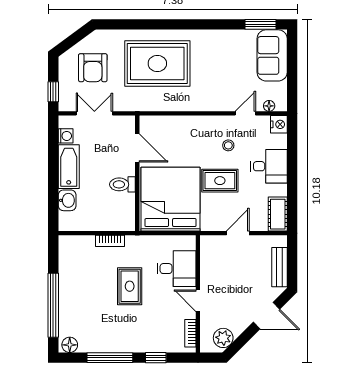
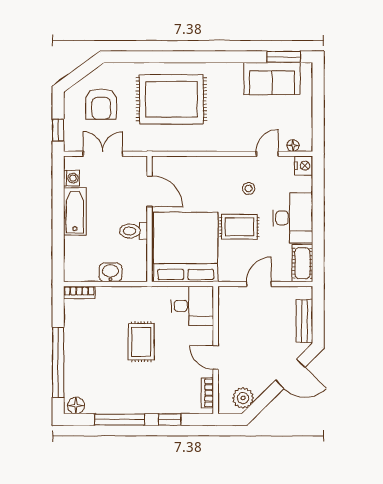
sofa: (272, 55) -> (272, 78), moved, turned -90
desk: (269, 166) -> (293, 218), width x1.37
washbasin: (67, 200) -> (110, 272), moved, turned -90
bookcase: (110, 241) -> (79, 292), moved
desk: (177, 269) -> (192, 306), moved

